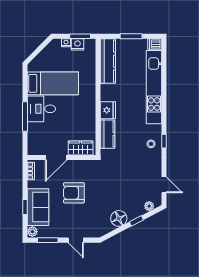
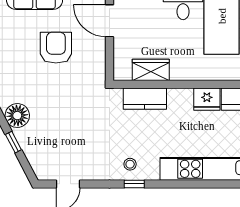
fridge: (108, 110) -> (207, 99), moved
wardrobe: (81, 148) -> (151, 70), moved, turned -90
plant: (149, 206) -> (36, 161), removed

